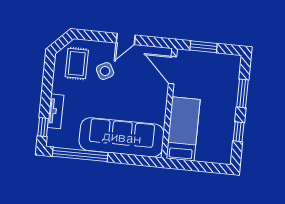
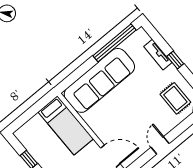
side table: (105, 71) -> (153, 112), removed
window: (43, 127) -> (175, 60), moved

